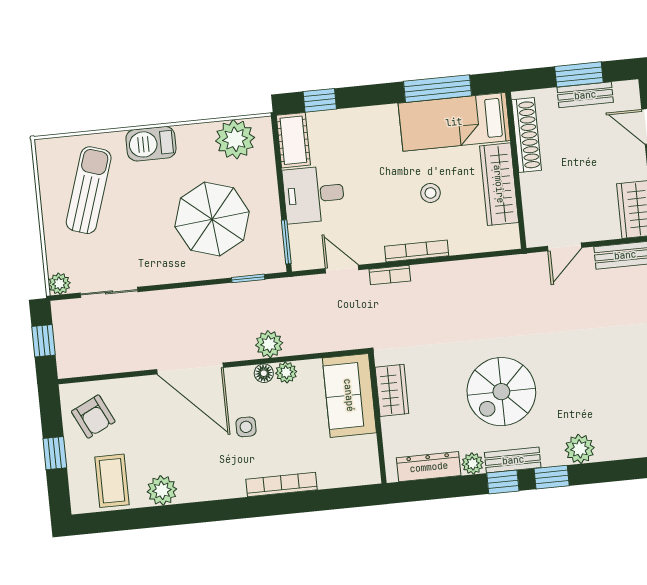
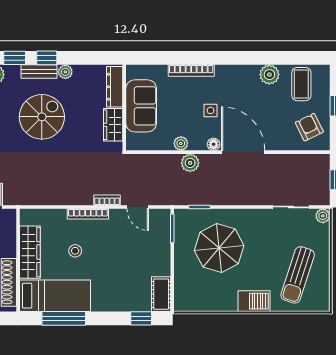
plant: (235, 139) -> (199, 299), removed
desk: (314, 194) -> (151, 257), removed
floor lamp: (264, 373) -> (214, 144), moved
sofa: (349, 395) -> (141, 106), moved
dresser: (429, 467) -> (115, 87), moved, turned 90

